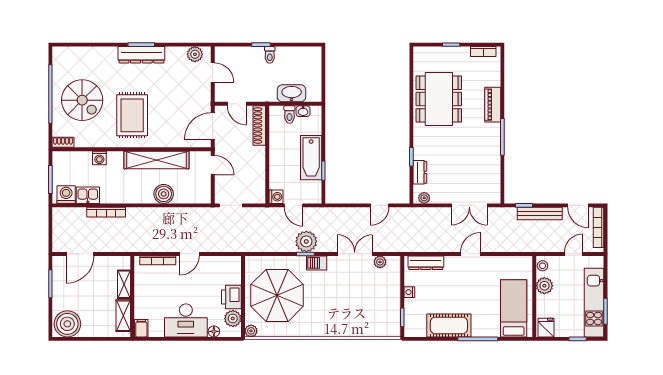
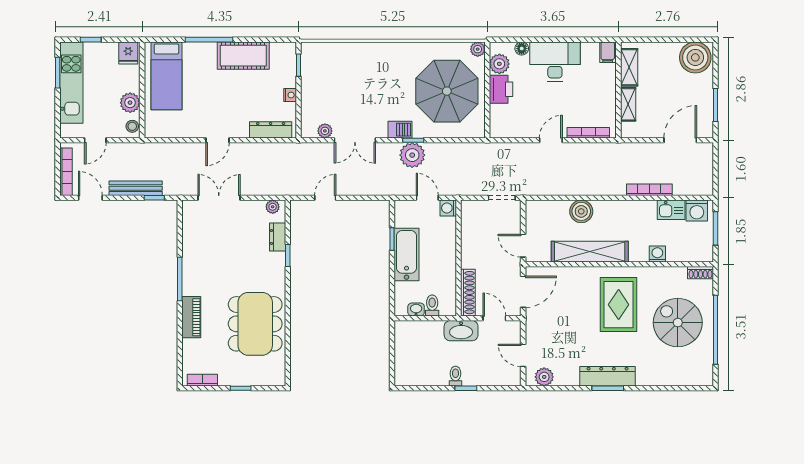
washbasin: (292, 93) -> (461, 331), moved

